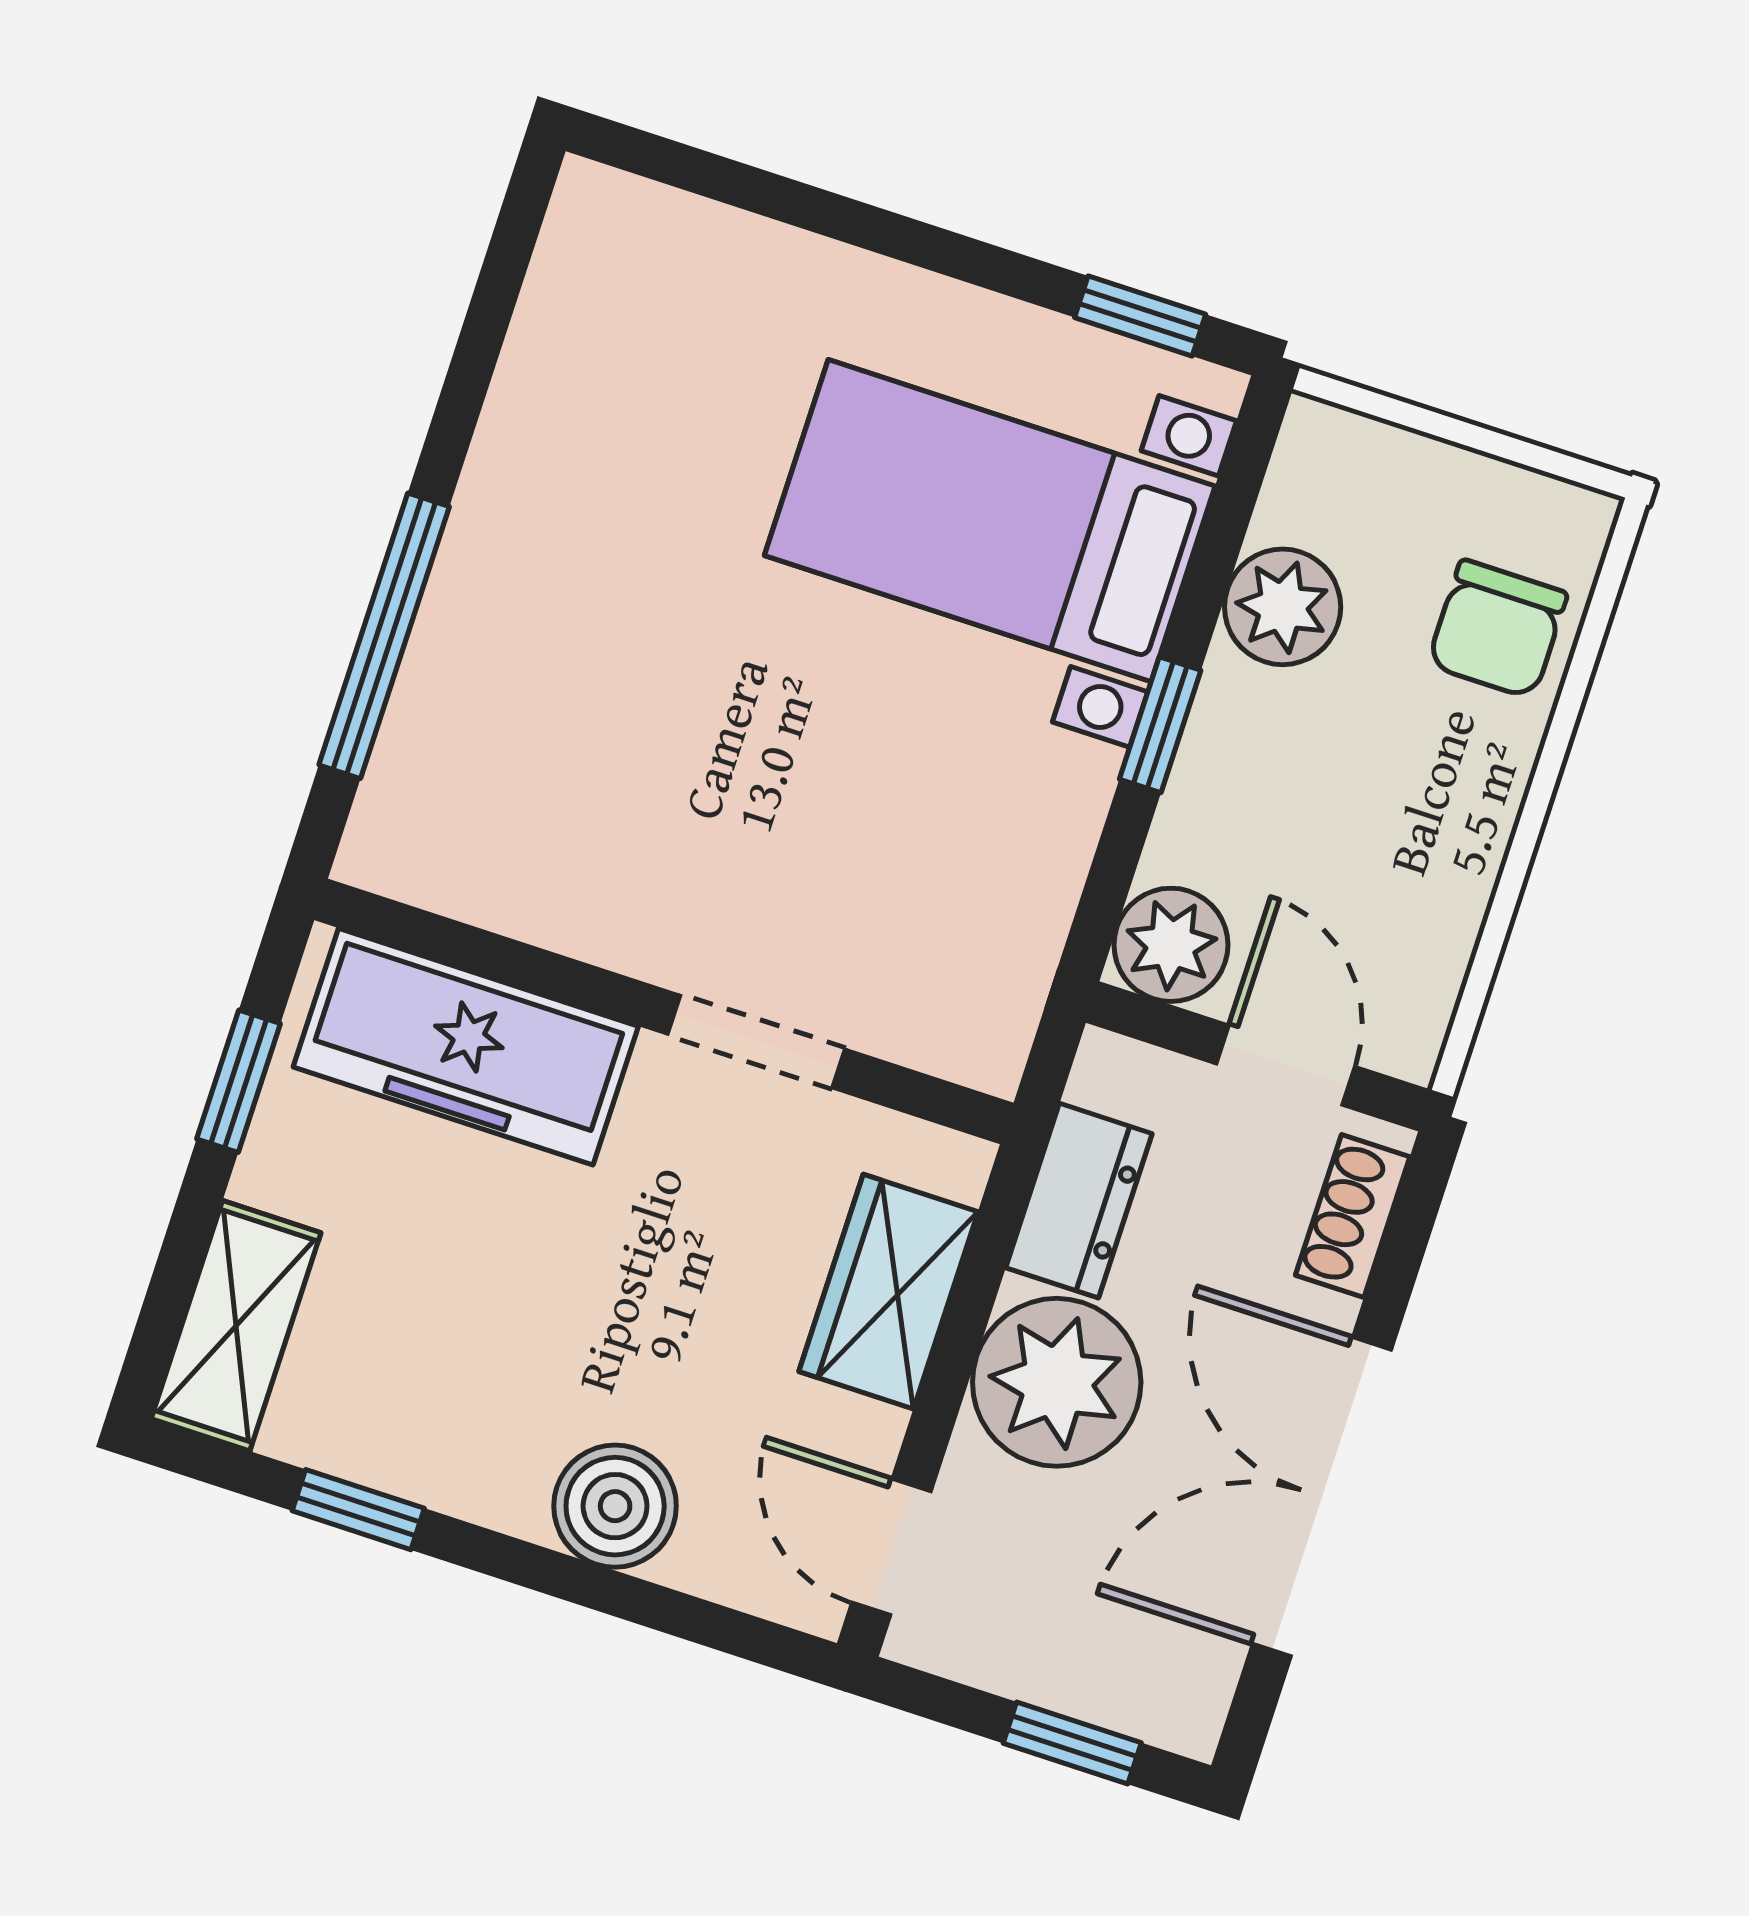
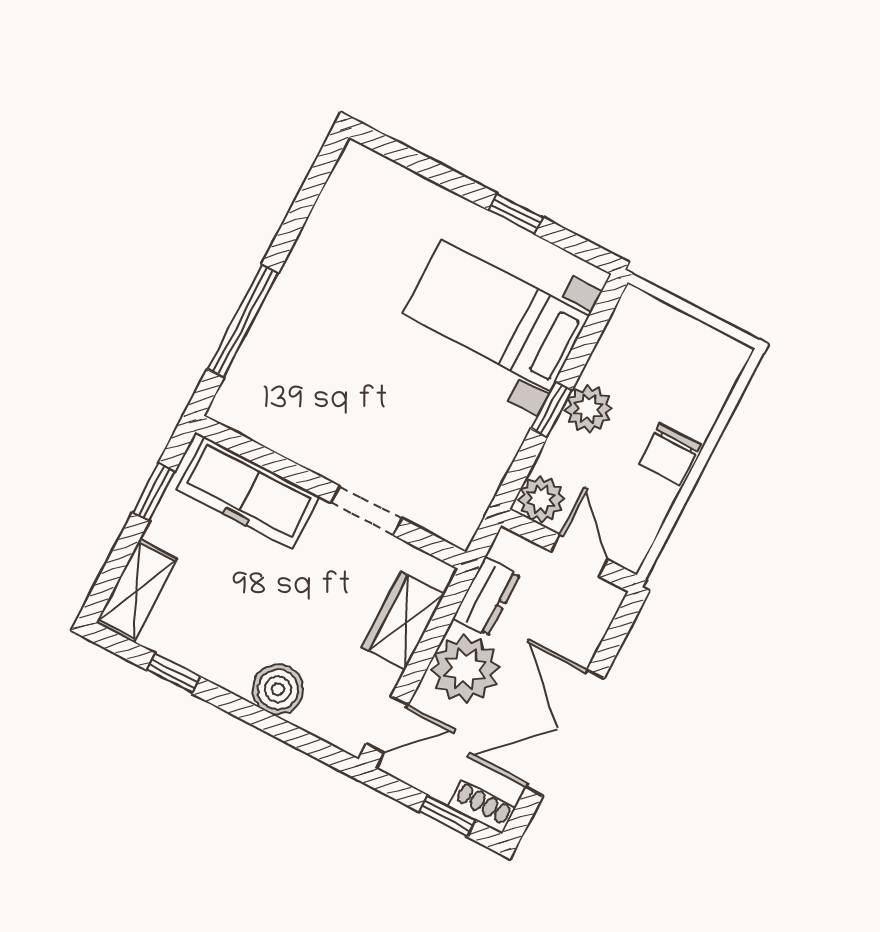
window: (1140, 316) -> (516, 214), moved
plant: (1283, 607) -> (588, 409), moved
chair: (1497, 629) -> (669, 454), moved
shoe rack: (1353, 1216) -> (482, 807), moved, turned 90
door: (891, 1547) -> (387, 724), swing flipped

